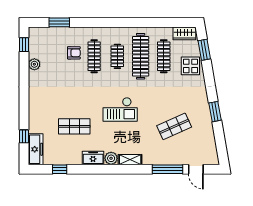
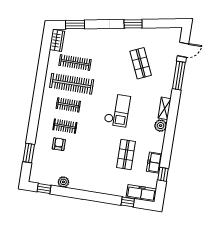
clothes rail: (94, 56) -> (65, 126), width x0.73
display table: (190, 66) -> (88, 40), removed
freezer: (93, 158) -> (154, 163), moved

